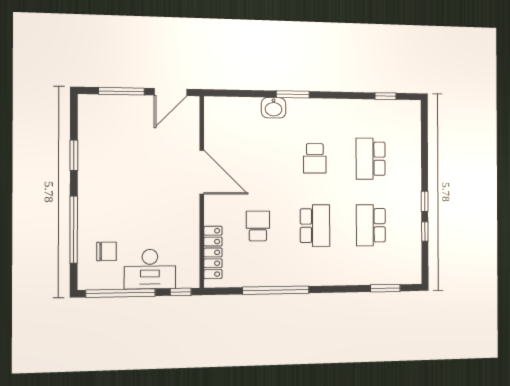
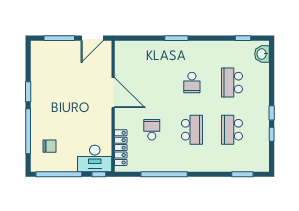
washbasin: (274, 108) -> (262, 54), moved, turned 90
window: (74, 155) -> (28, 92), moved
desk: (150, 269) -> (95, 158), moved

